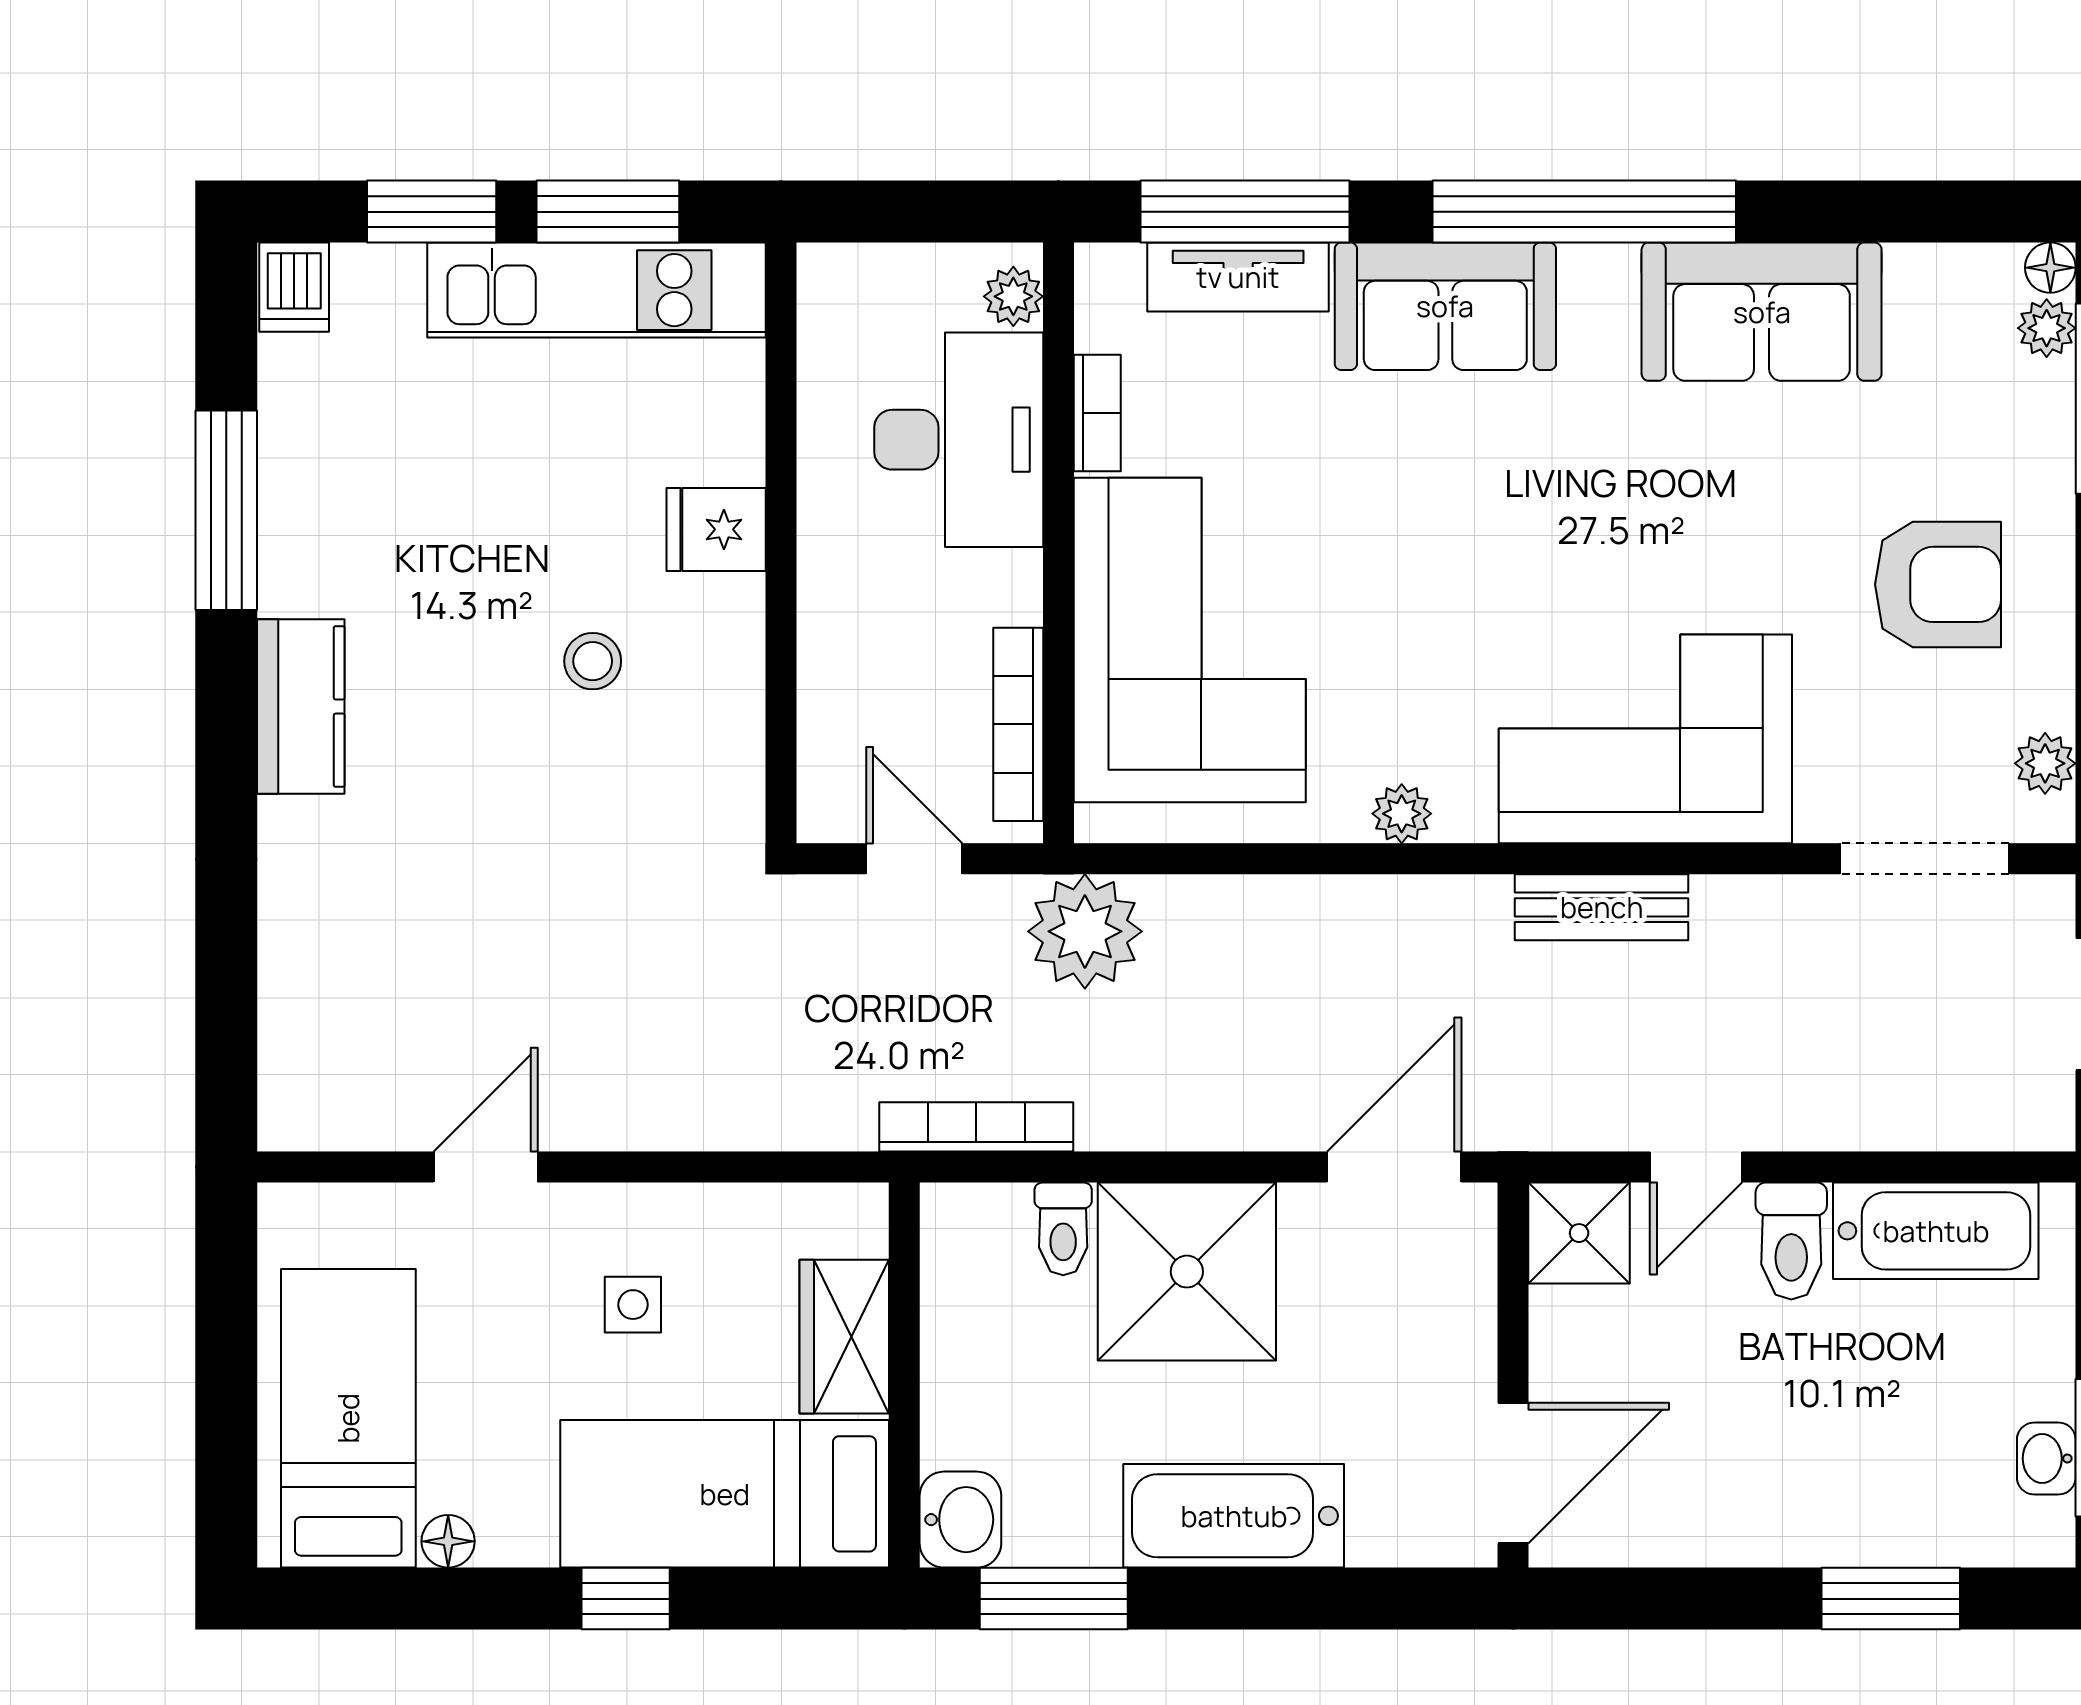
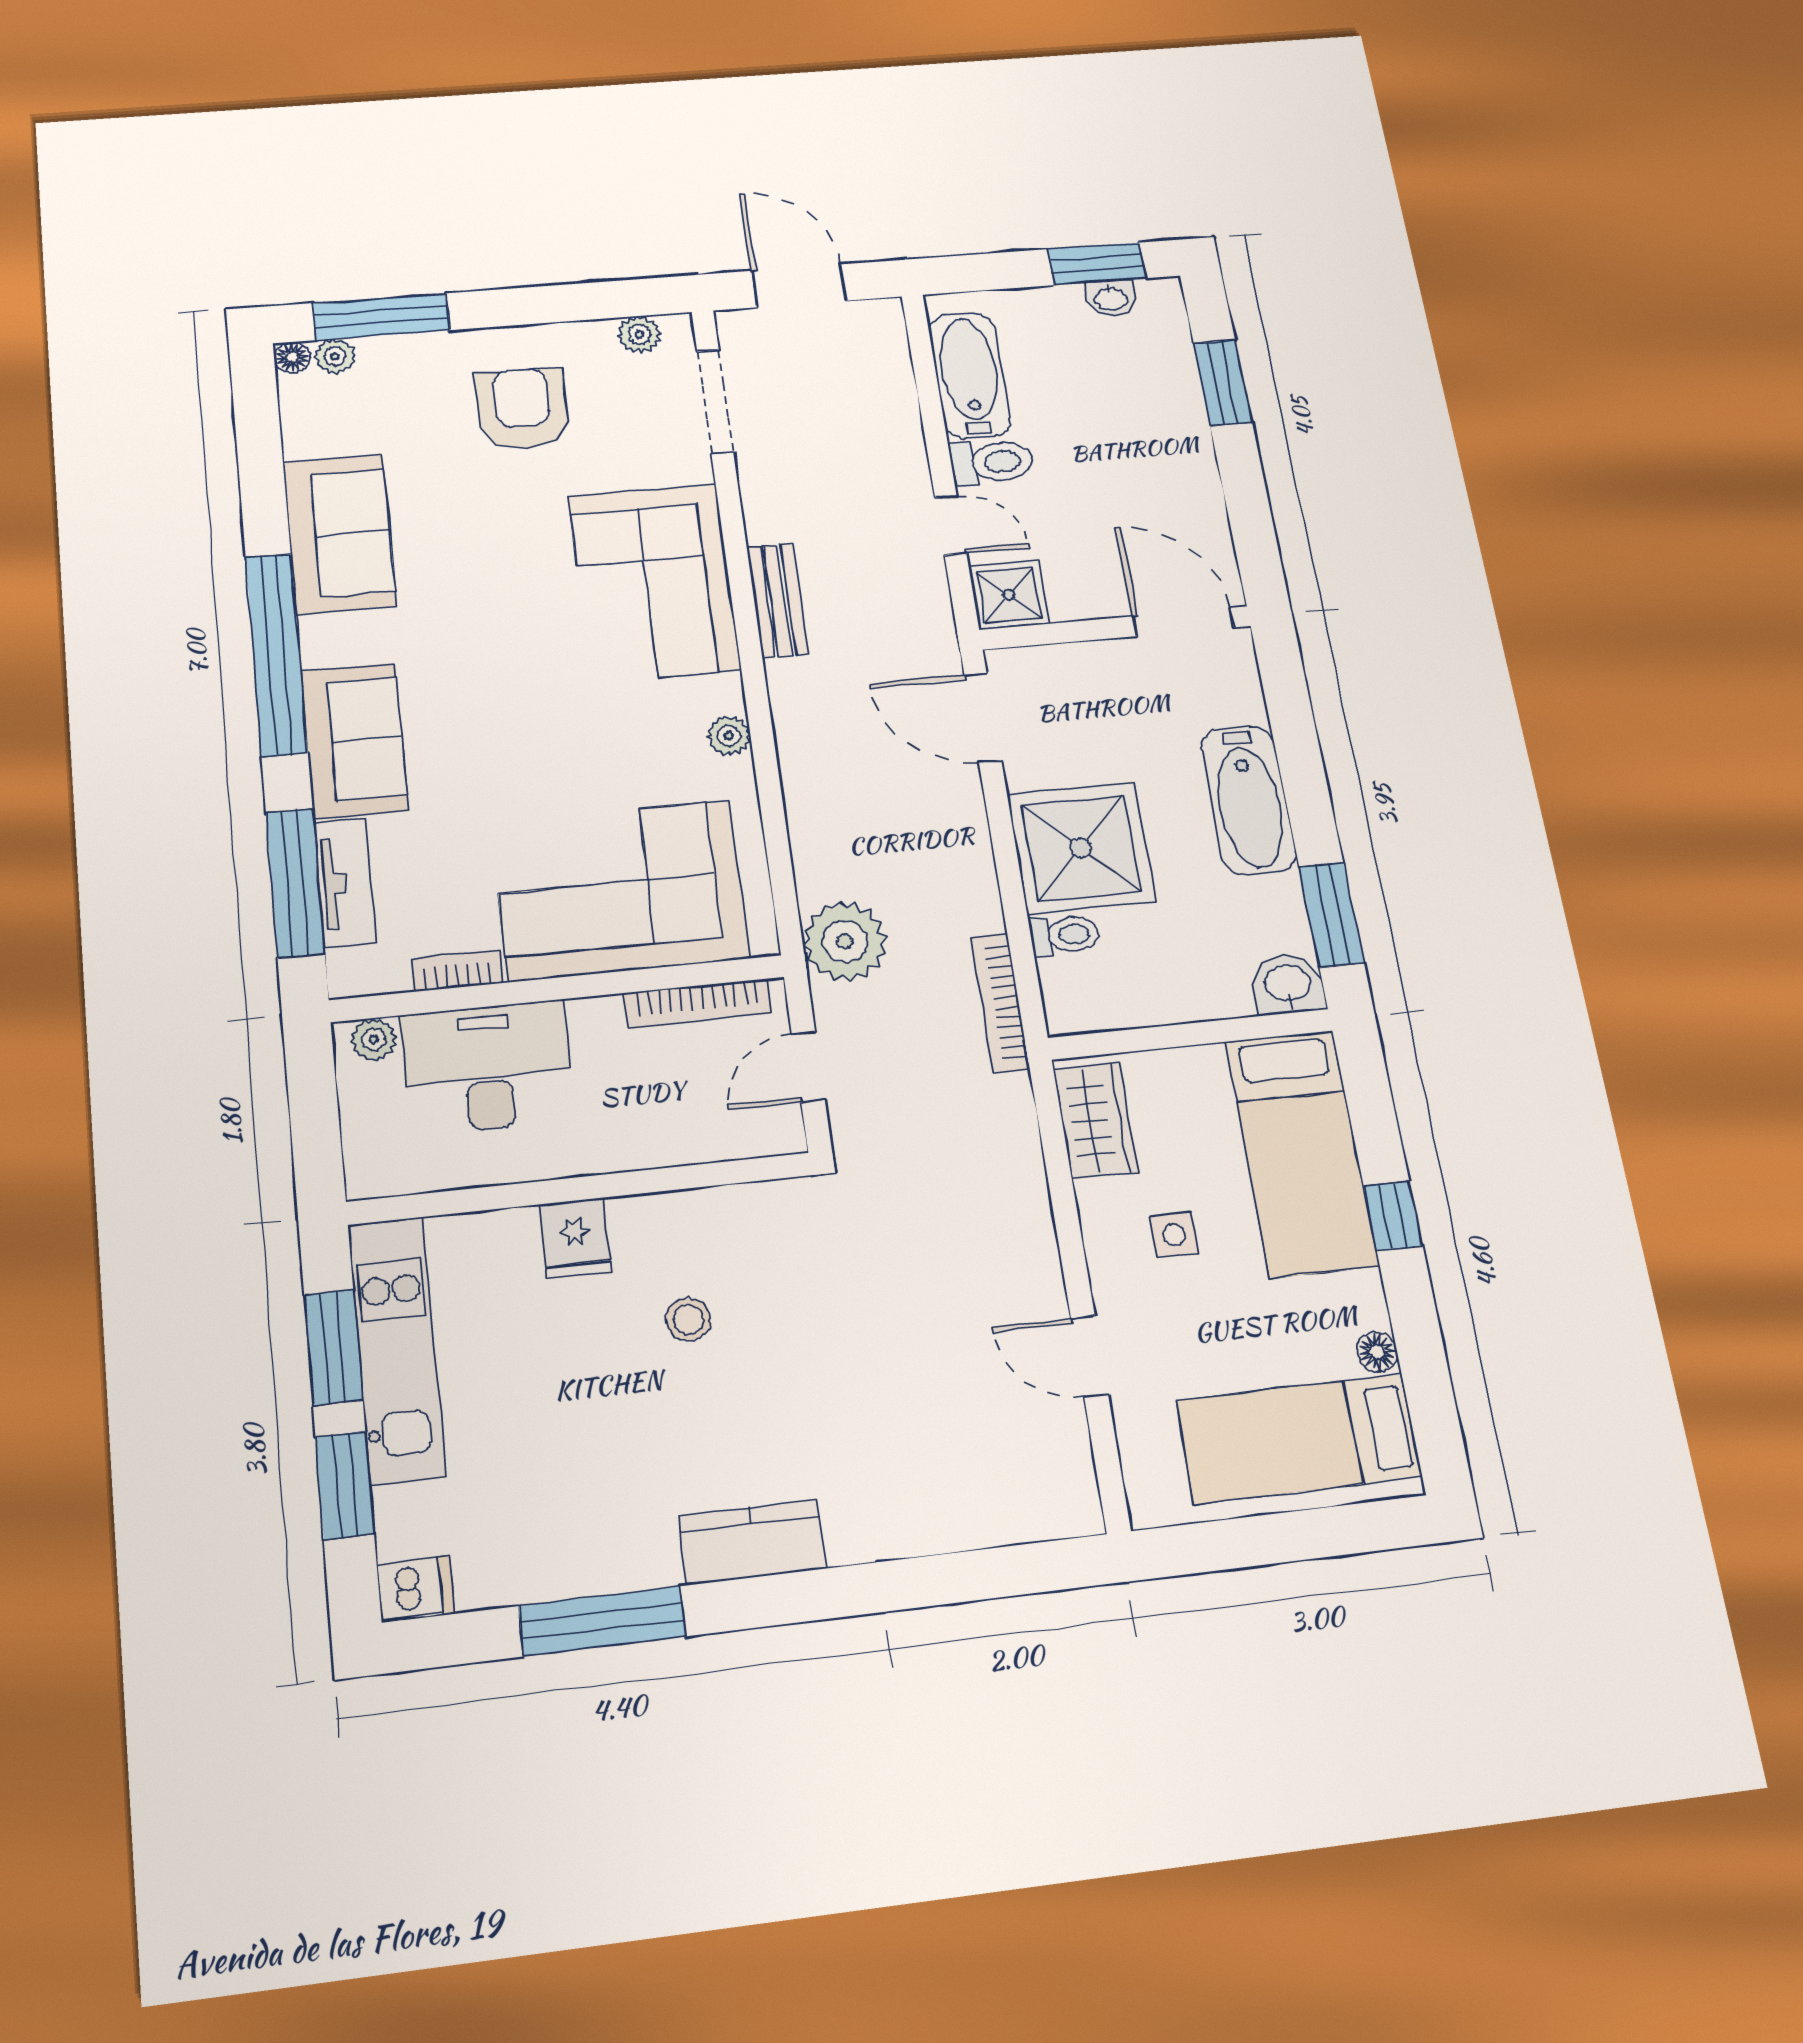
wardrobe: (844, 1337) -> (1095, 1120), moved, turned -90

